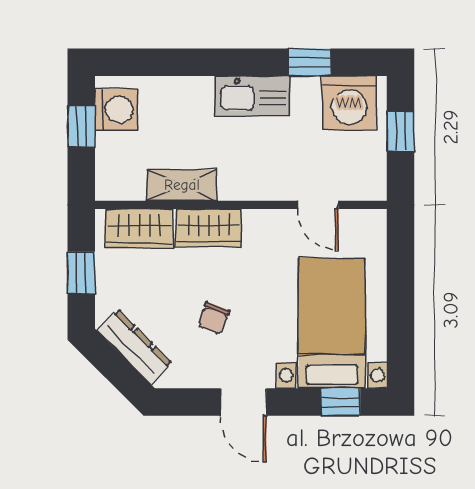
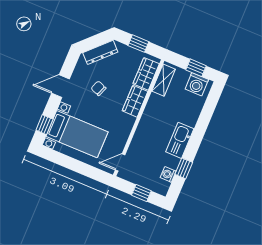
washing machine: (349, 103) -> (168, 174), width x0.53, depth x0.53
shelving: (182, 185) -> (164, 80), moved
door: (318, 205) -> (120, 162), moved

